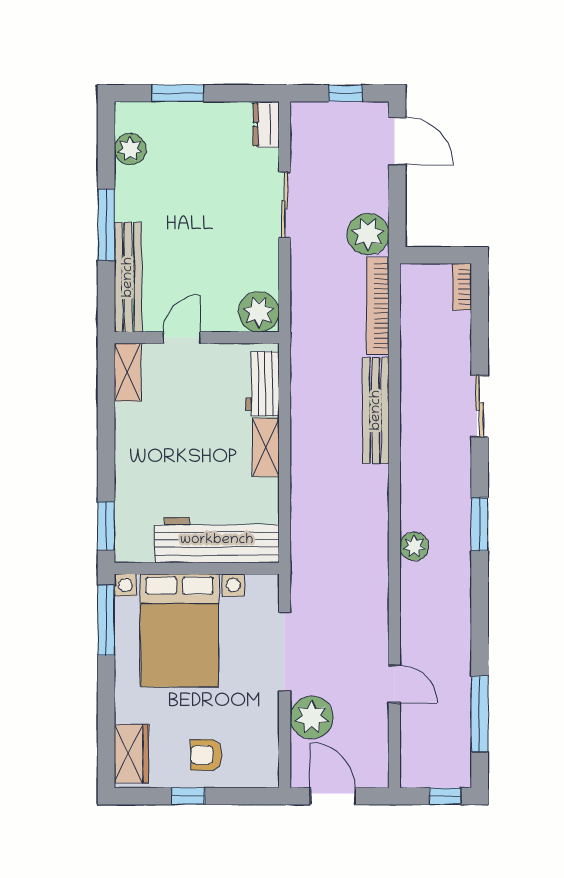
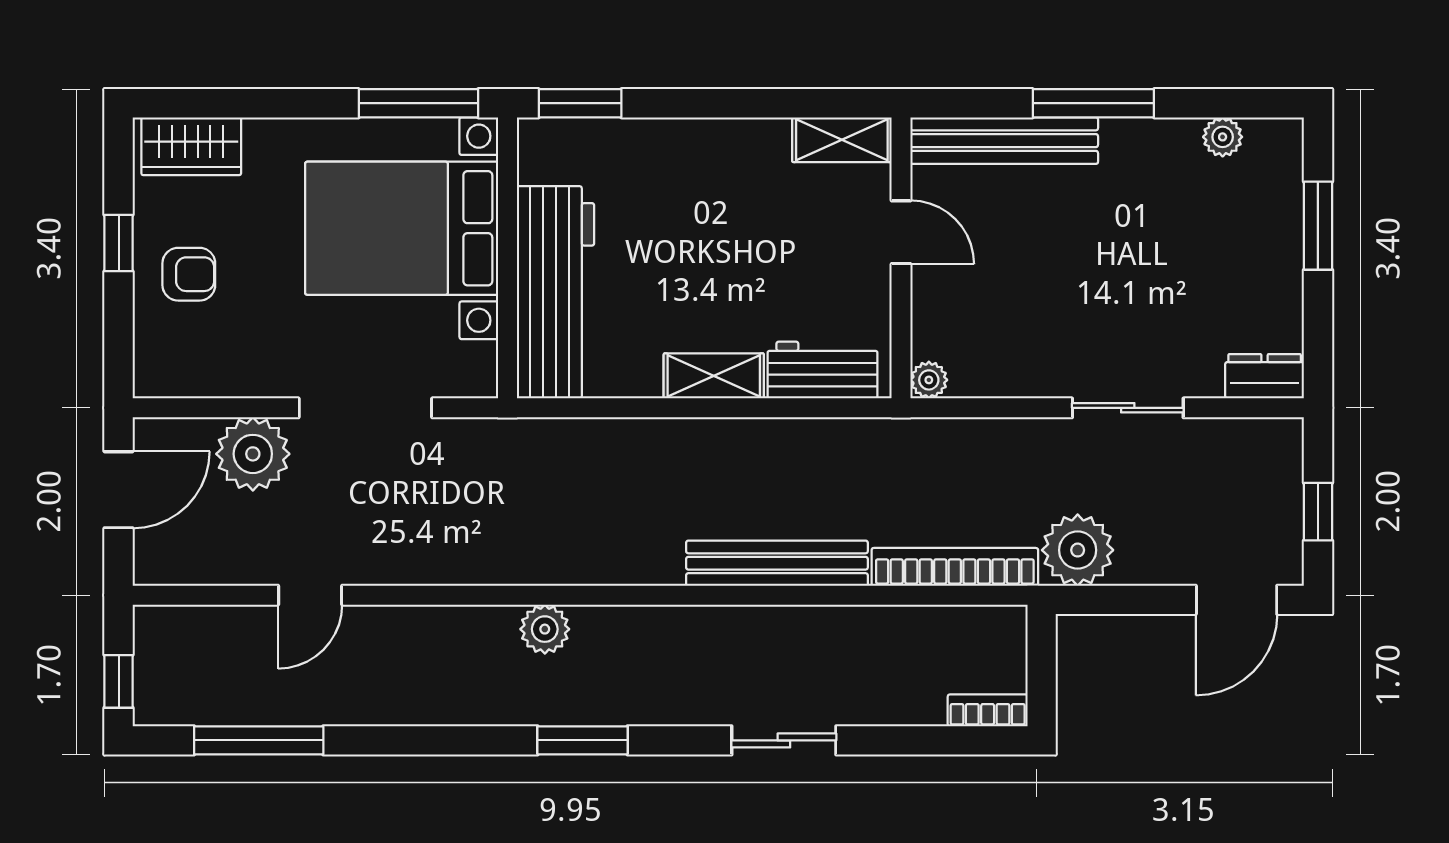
plant: (130, 149) -> (1223, 137), width x0.73, depth x0.73
plant: (259, 312) -> (929, 380), width x0.53, depth x0.53
armchair: (206, 755) -> (189, 274), turned 90

